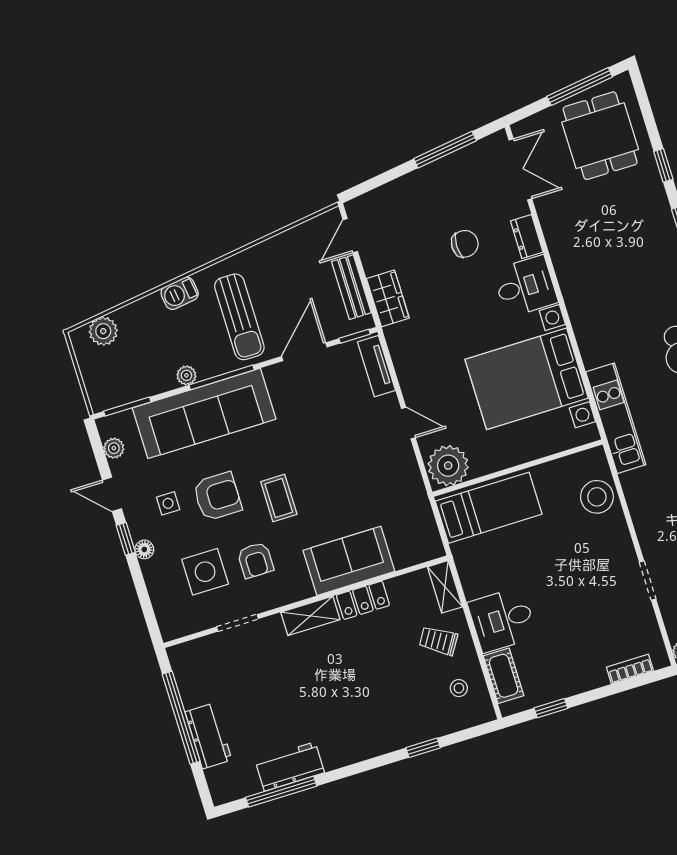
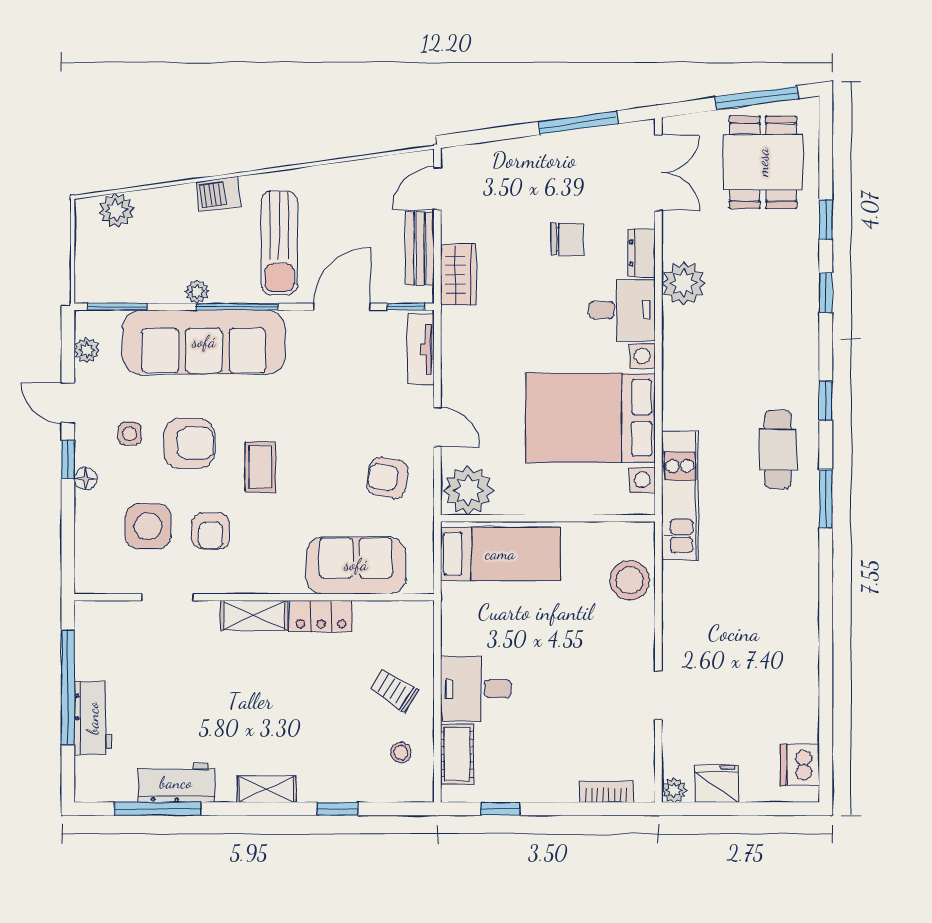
plant: (567, 250) -> (684, 283), added
armchair: (382, 475) -> (387, 478), added
sofa: (349, 561) -> (356, 565), moved
shelving: (445, 587) -> (266, 789), moved, turned 90

